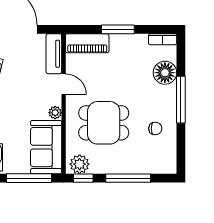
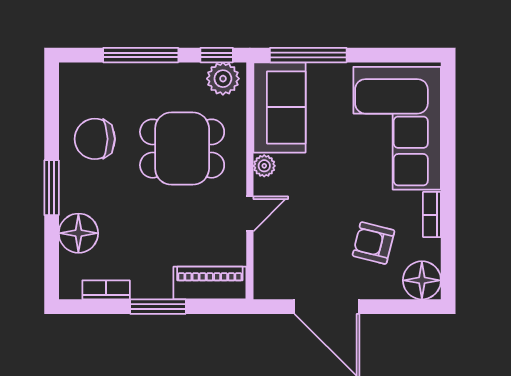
bookcase: (163, 39) -> (106, 290), moved
tv unit: (54, 54) -> (266, 265), removed
door: (64, 84) -> (250, 214), swing flipped
window: (181, 100) -> (52, 188), width x0.69
chair: (155, 128) -> (95, 139), width x1.87, depth x1.87

